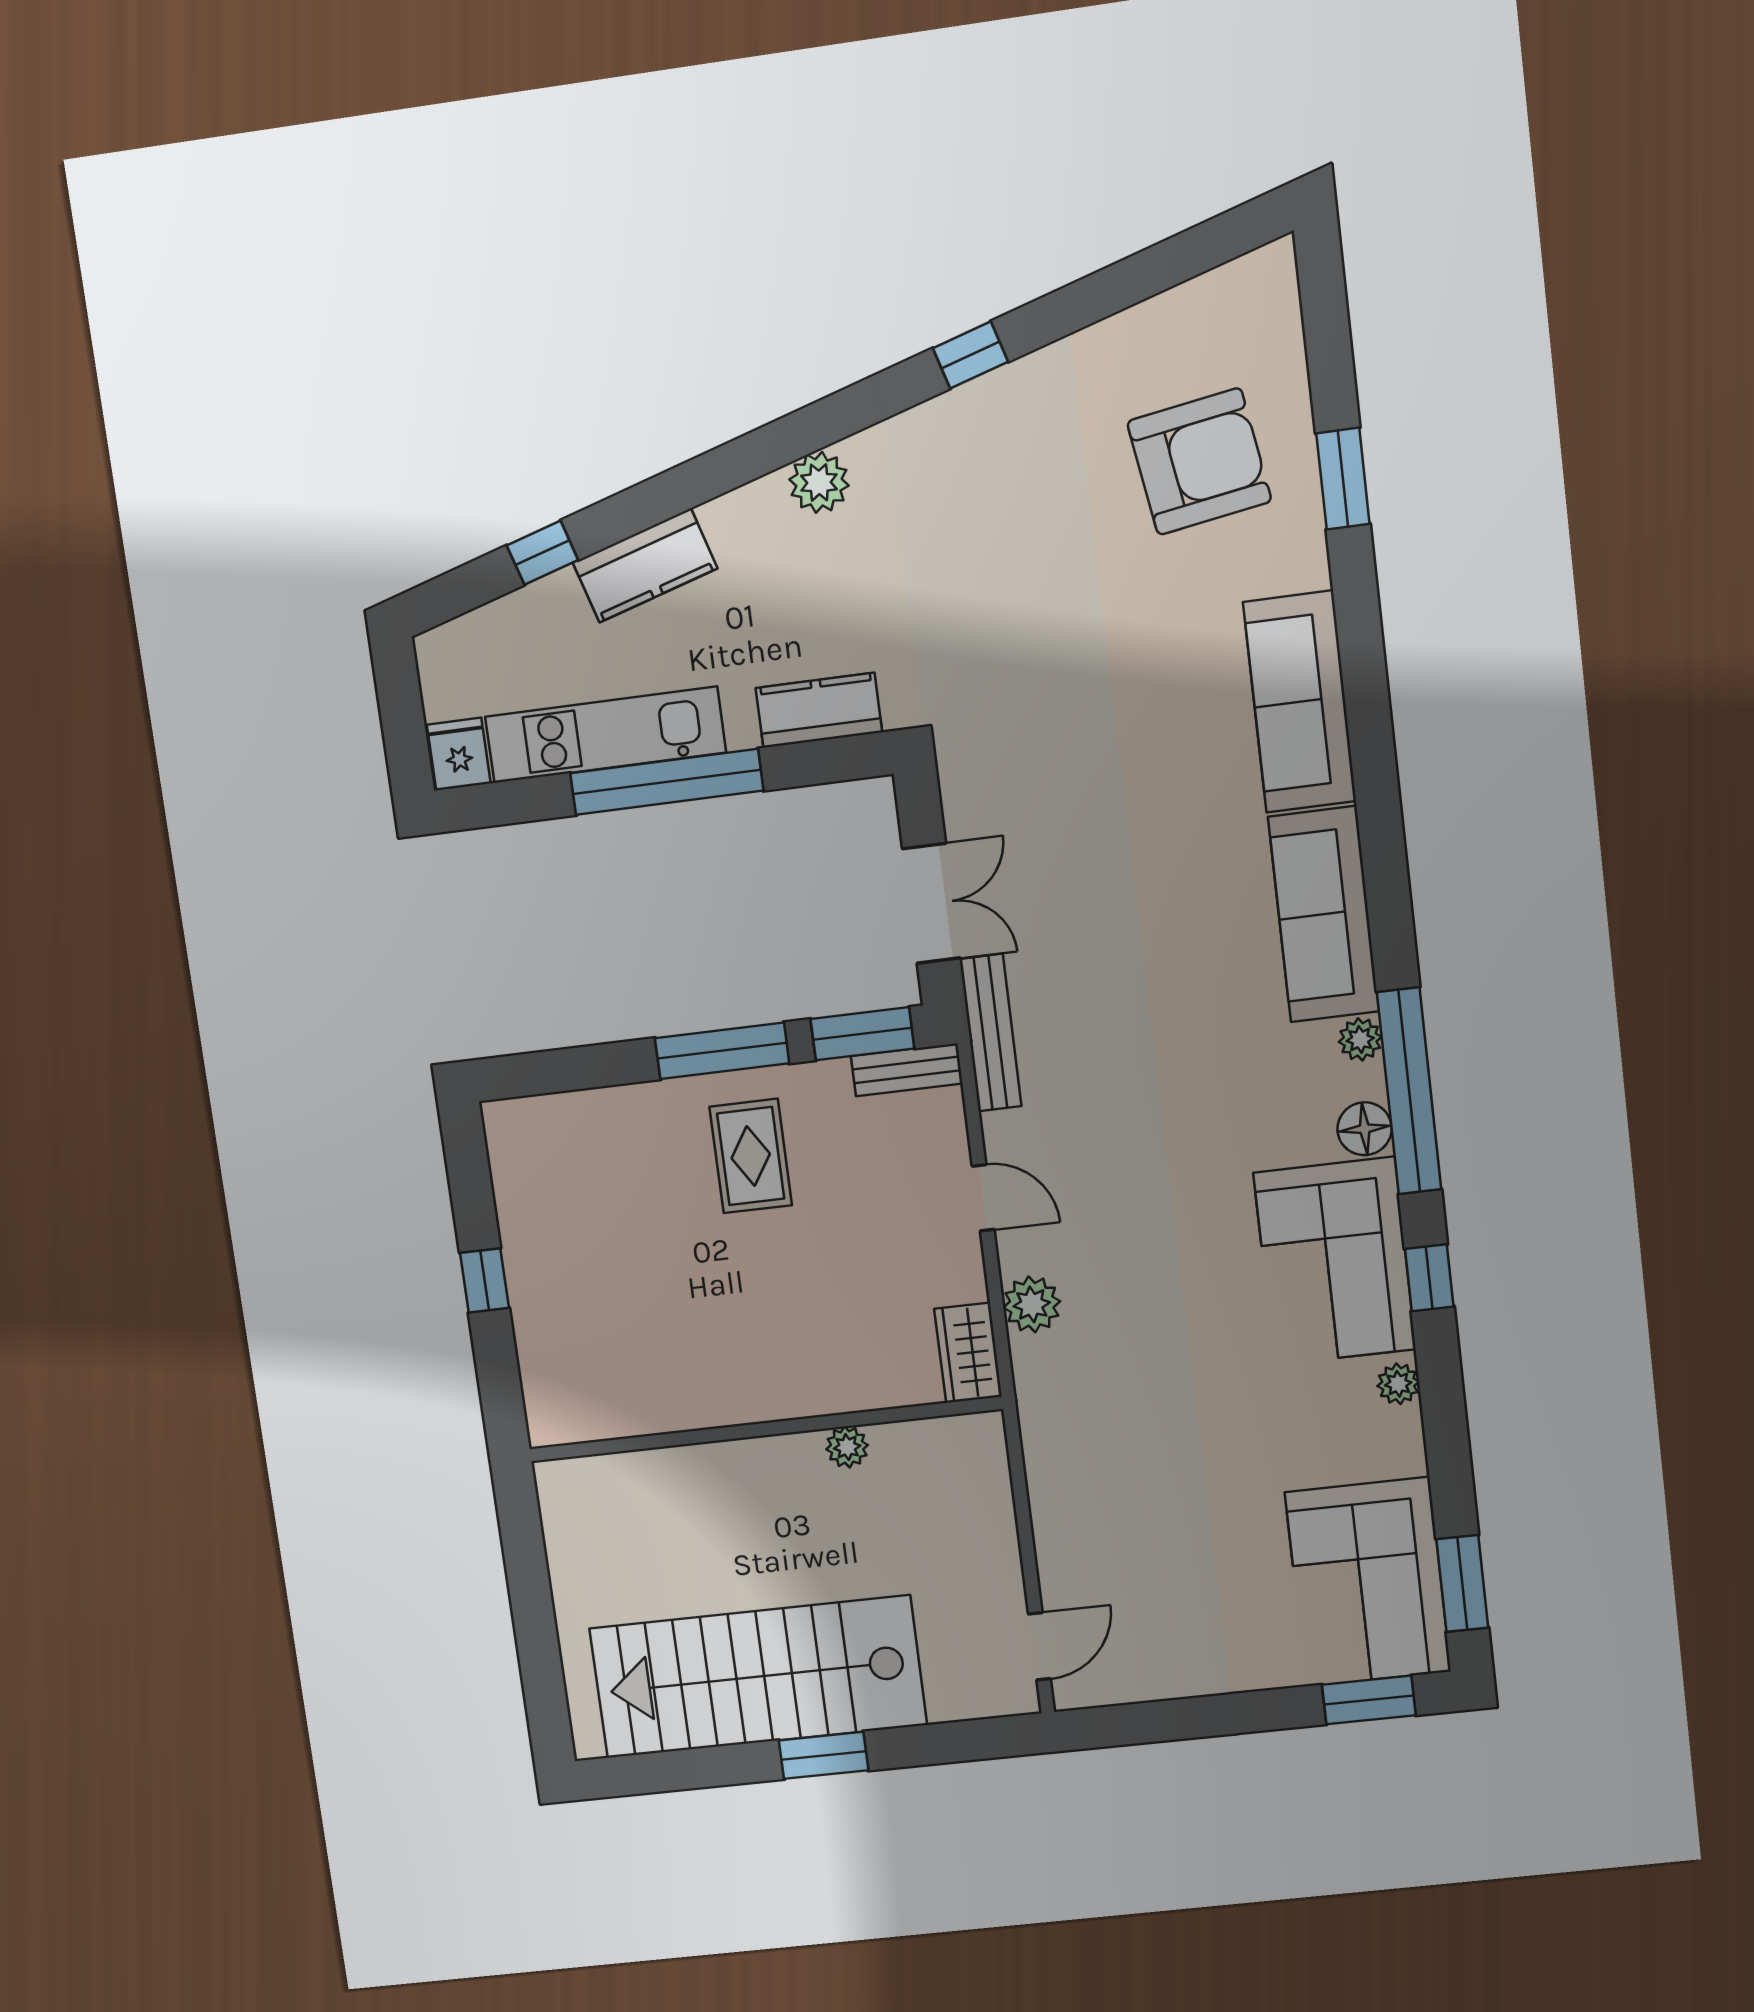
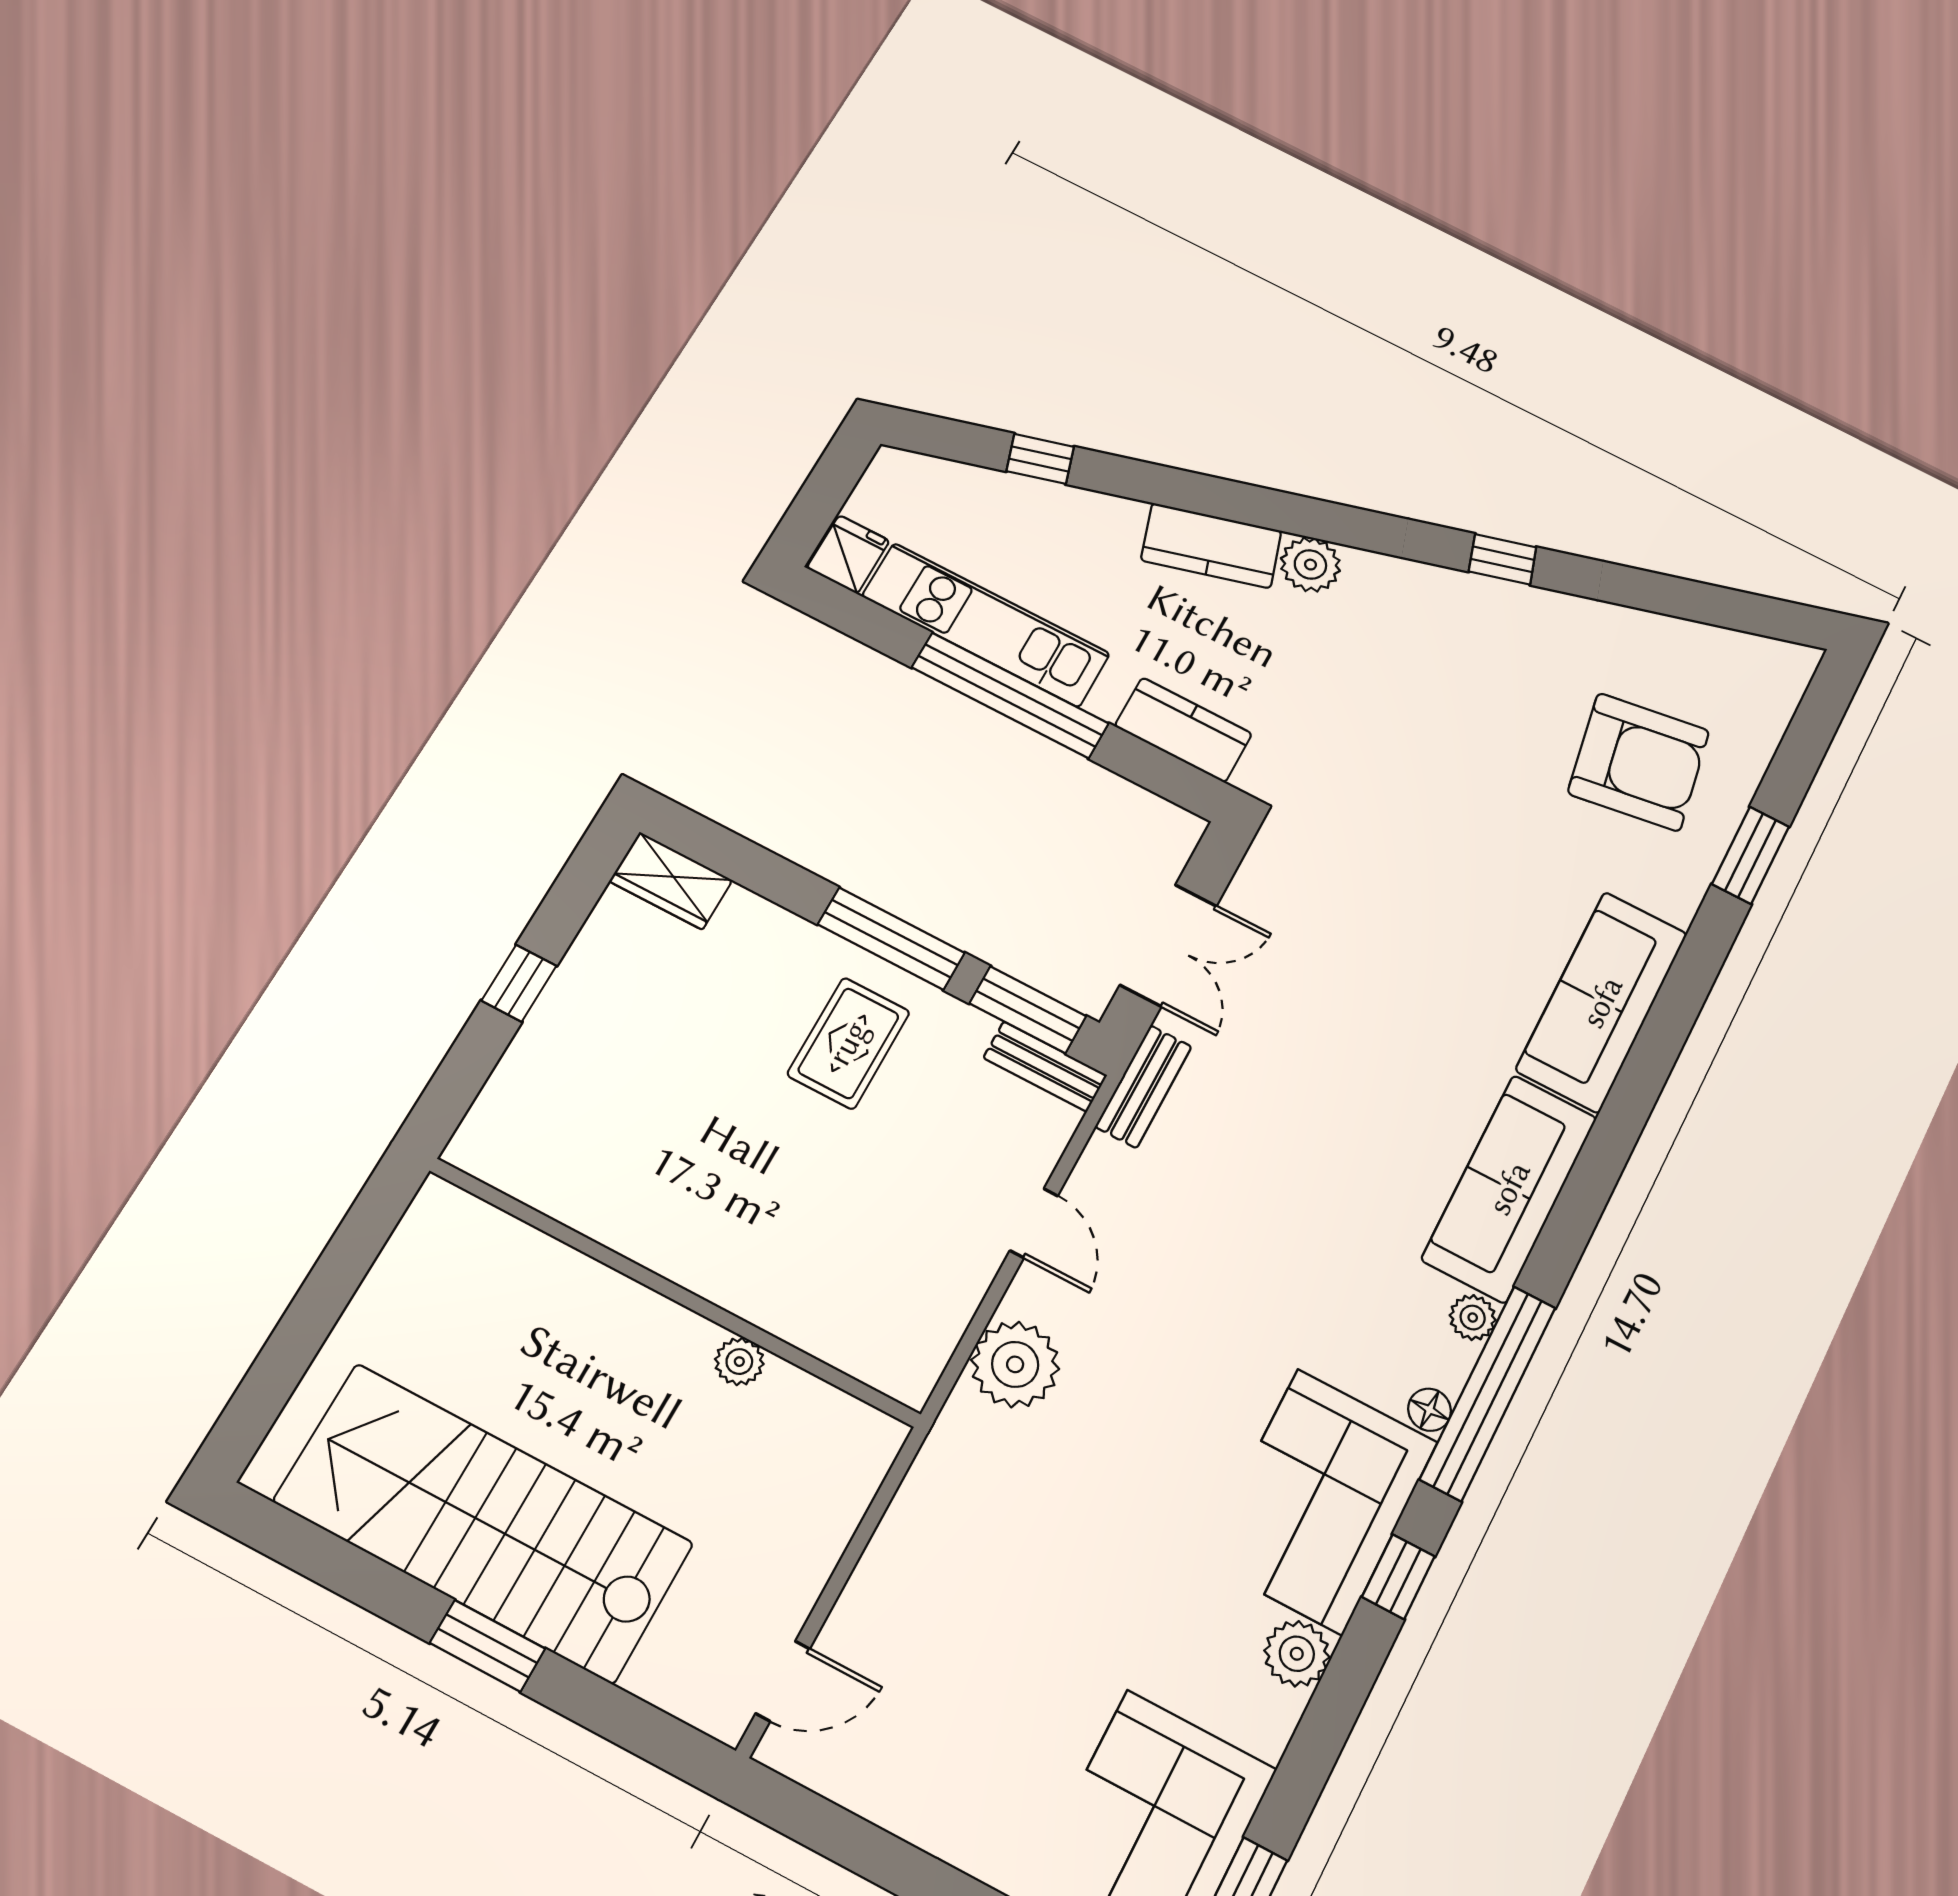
kitchen counter: (645, 565) -> (1211, 546), moved
bench: (991, 1033) -> (1143, 1087), width x0.73
floor lamp: (1365, 1129) -> (1430, 1410), width x0.73, depth x0.73
plant: (1032, 1304) -> (1015, 1364), width x1.36, depth x1.36
wardrobe: (968, 1353) -> (671, 881), moved, turned -90
plant: (1398, 1384) -> (1297, 1654), width x1.38, depth x1.38

